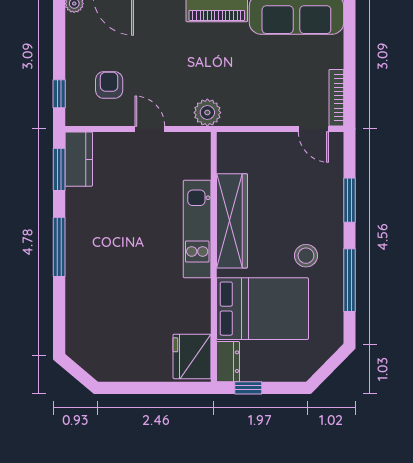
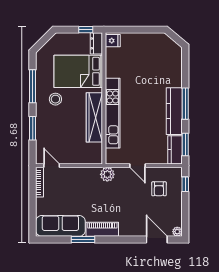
kitchen unit: (197, 229) -> (113, 113), width x1.36
kitchen counter: (80, 233) -> (174, 111), added
fridge: (192, 356) -> (113, 41), width x0.53, depth x0.75

